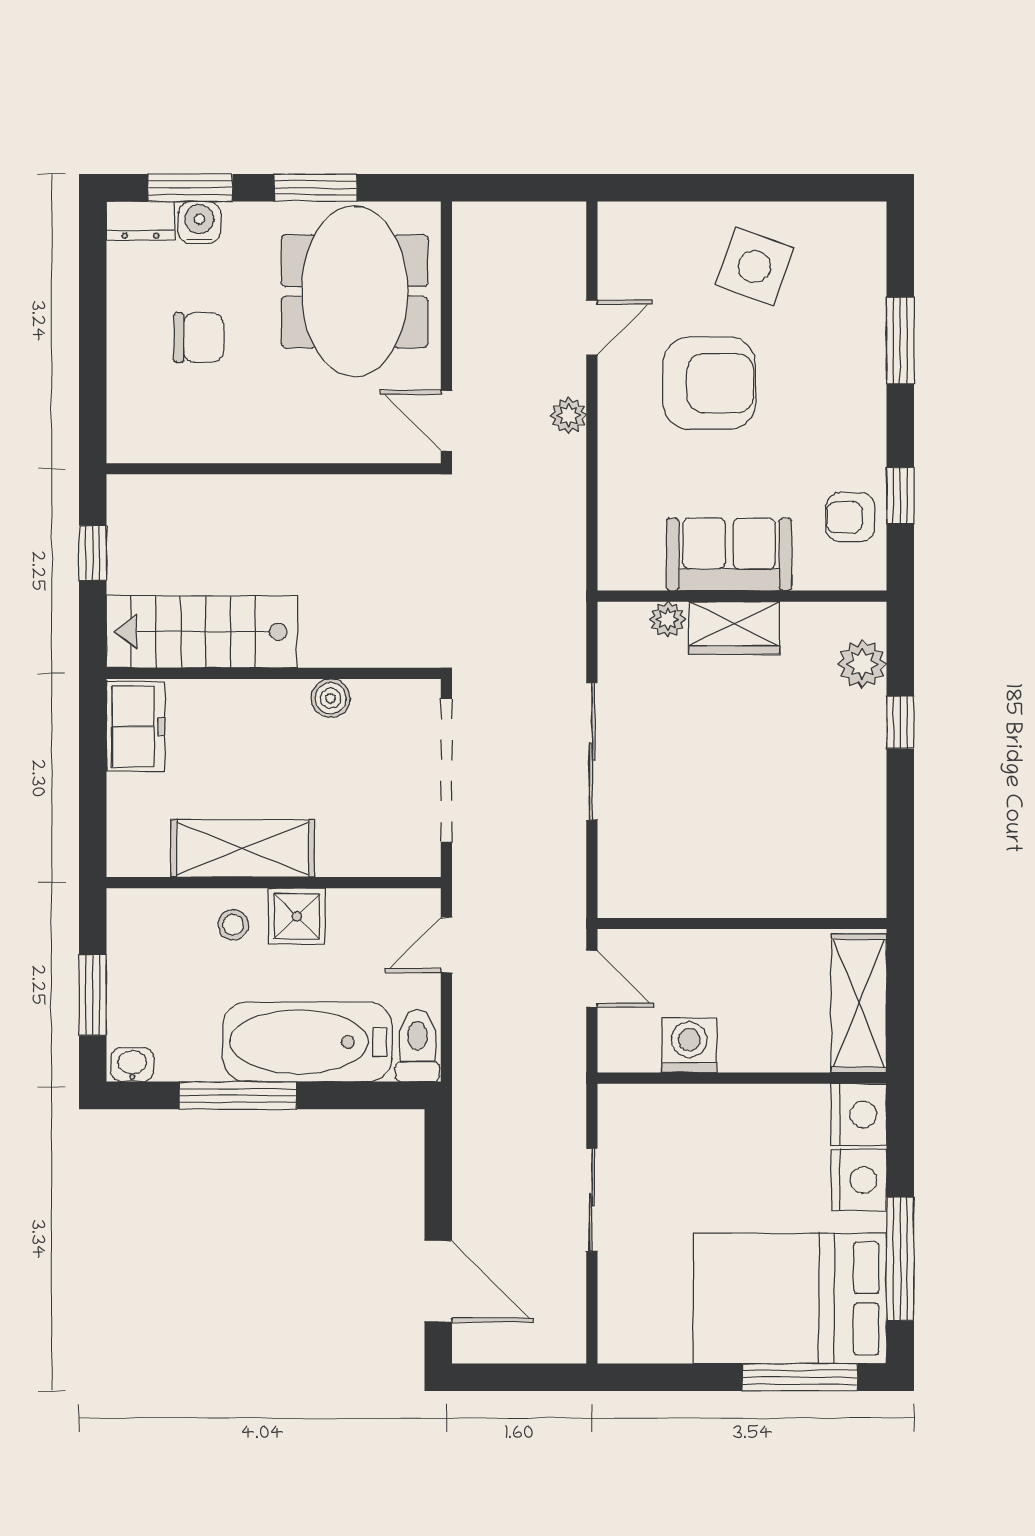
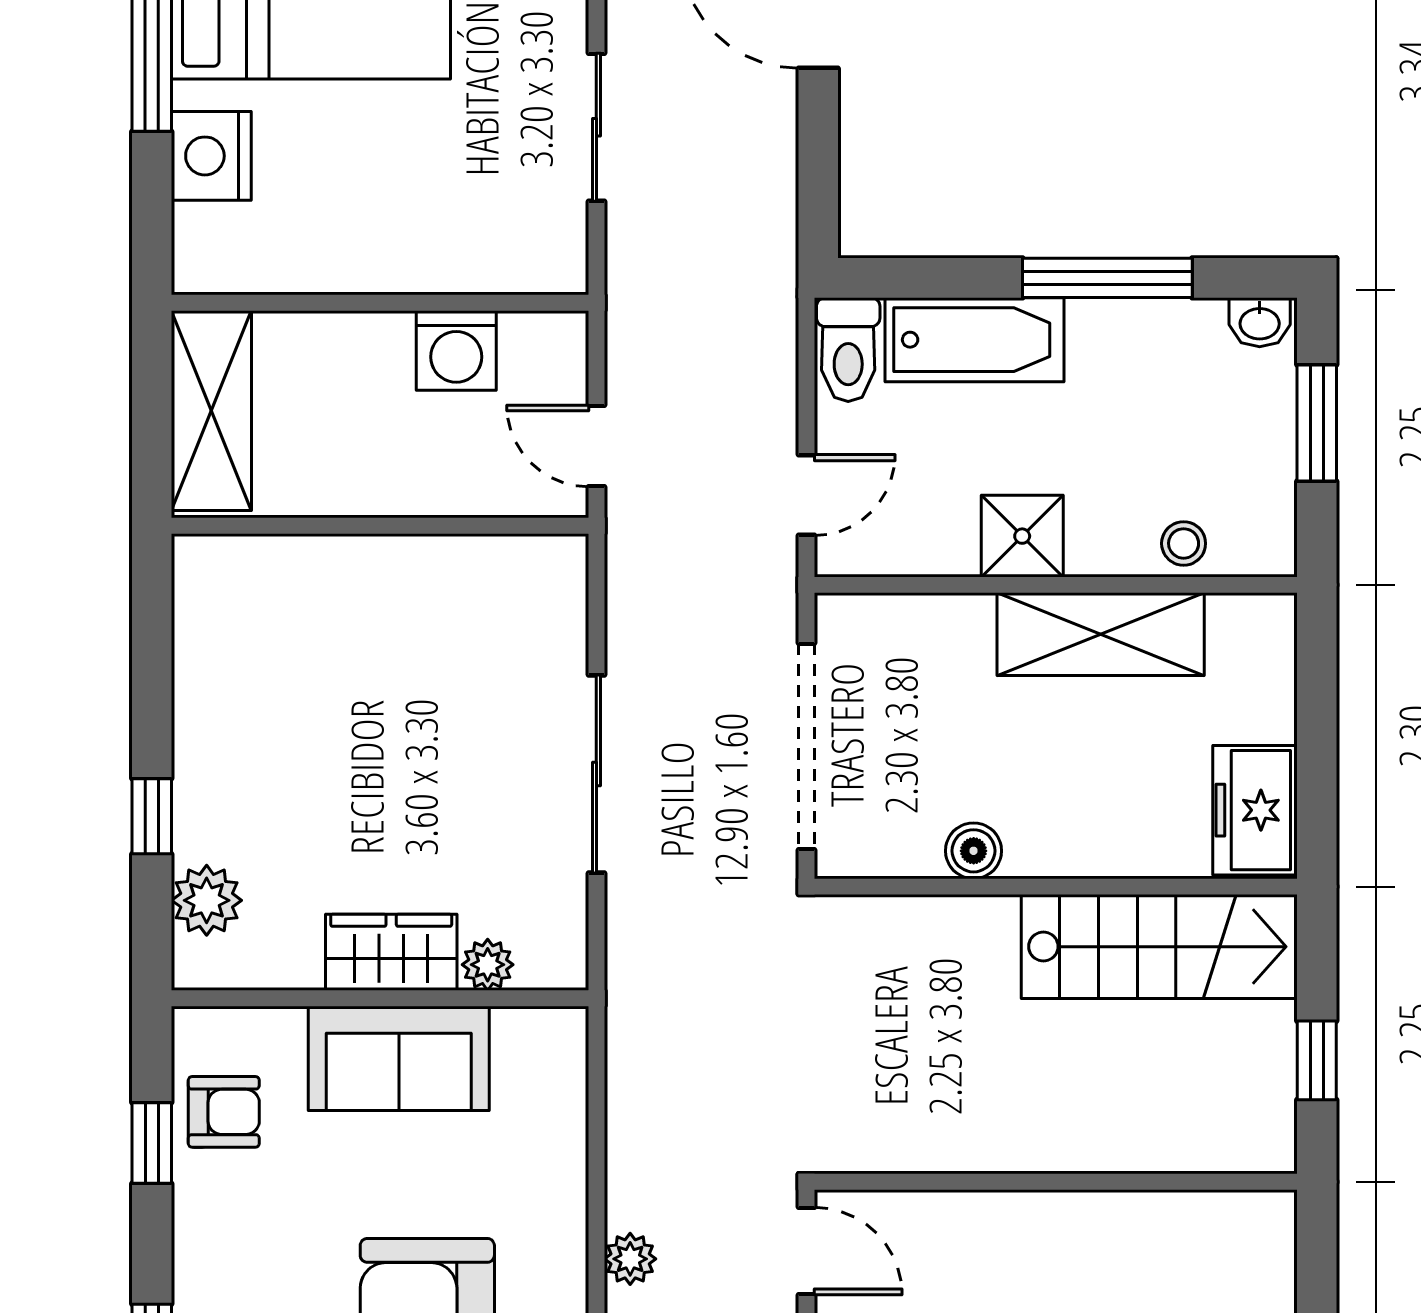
stool: (233, 925) -> (1184, 543), moved
bathtub: (307, 1042) -> (974, 340), width x0.73, depth x0.73
nightstand: (859, 1115) -> (212, 250), removed

